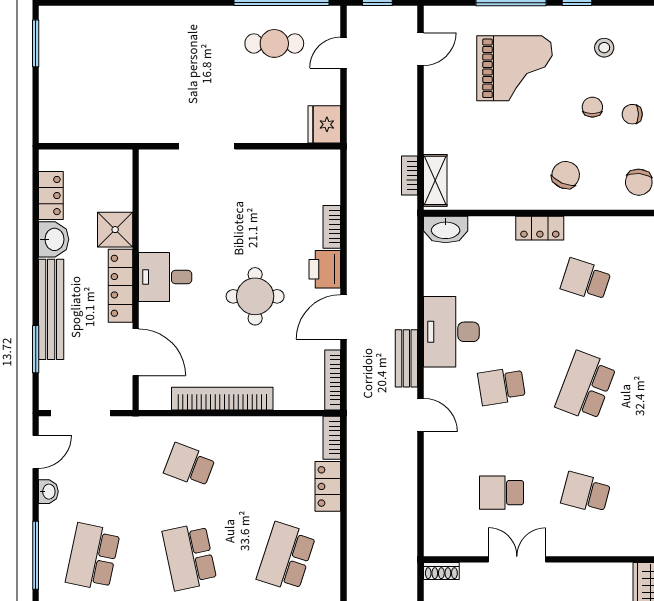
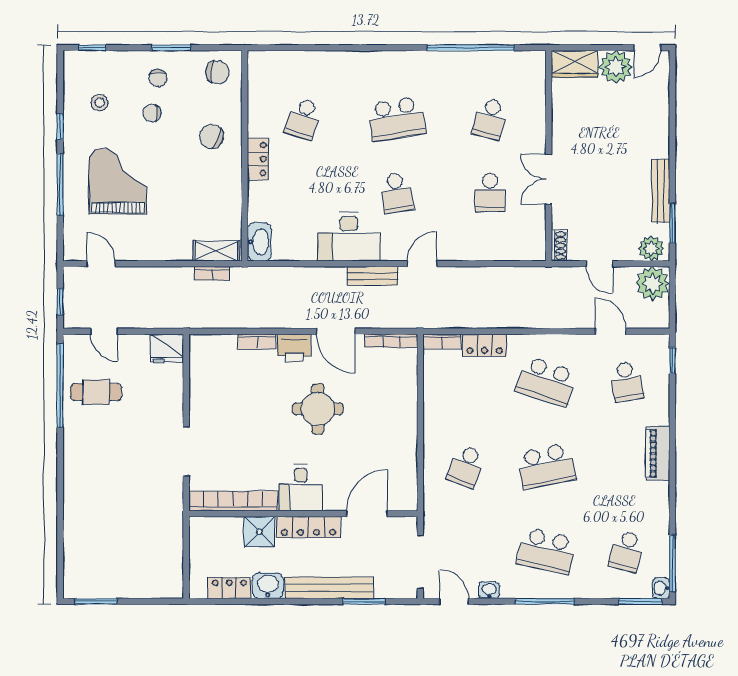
cafe table: (274, 43) -> (96, 392), turned 90
school desk: (586, 386) -> (397, 119), turned -30
bookcase: (222, 399) -> (233, 501), moved, turned 90

